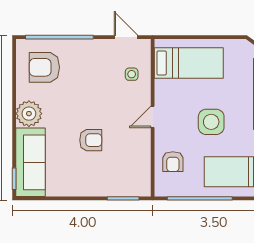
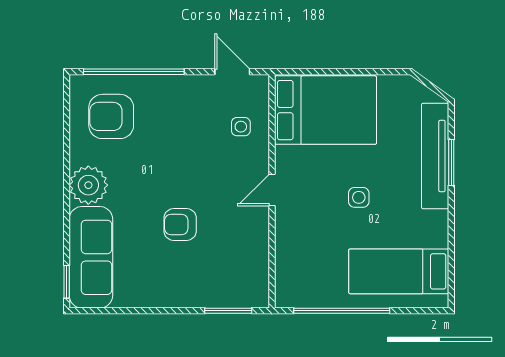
bed: (189, 63) -> (325, 110), width x1.50
side table: (211, 122) -> (359, 197), width x0.54, depth x0.54
armchair: (91, 140) -> (180, 224), turned 180
armchair: (173, 162) -> (302, 256), removed

